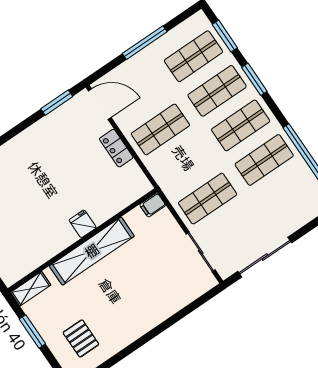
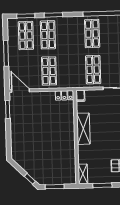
door: (100, 104) -> (20, 91), hinge flipped
shop shelf: (241, 125) -> (70, 34), removed
locker: (116, 148) -> (64, 95), moved
fridge: (83, 224) -> (69, 132), removed
shelving: (92, 251) -> (83, 129), width x0.68

